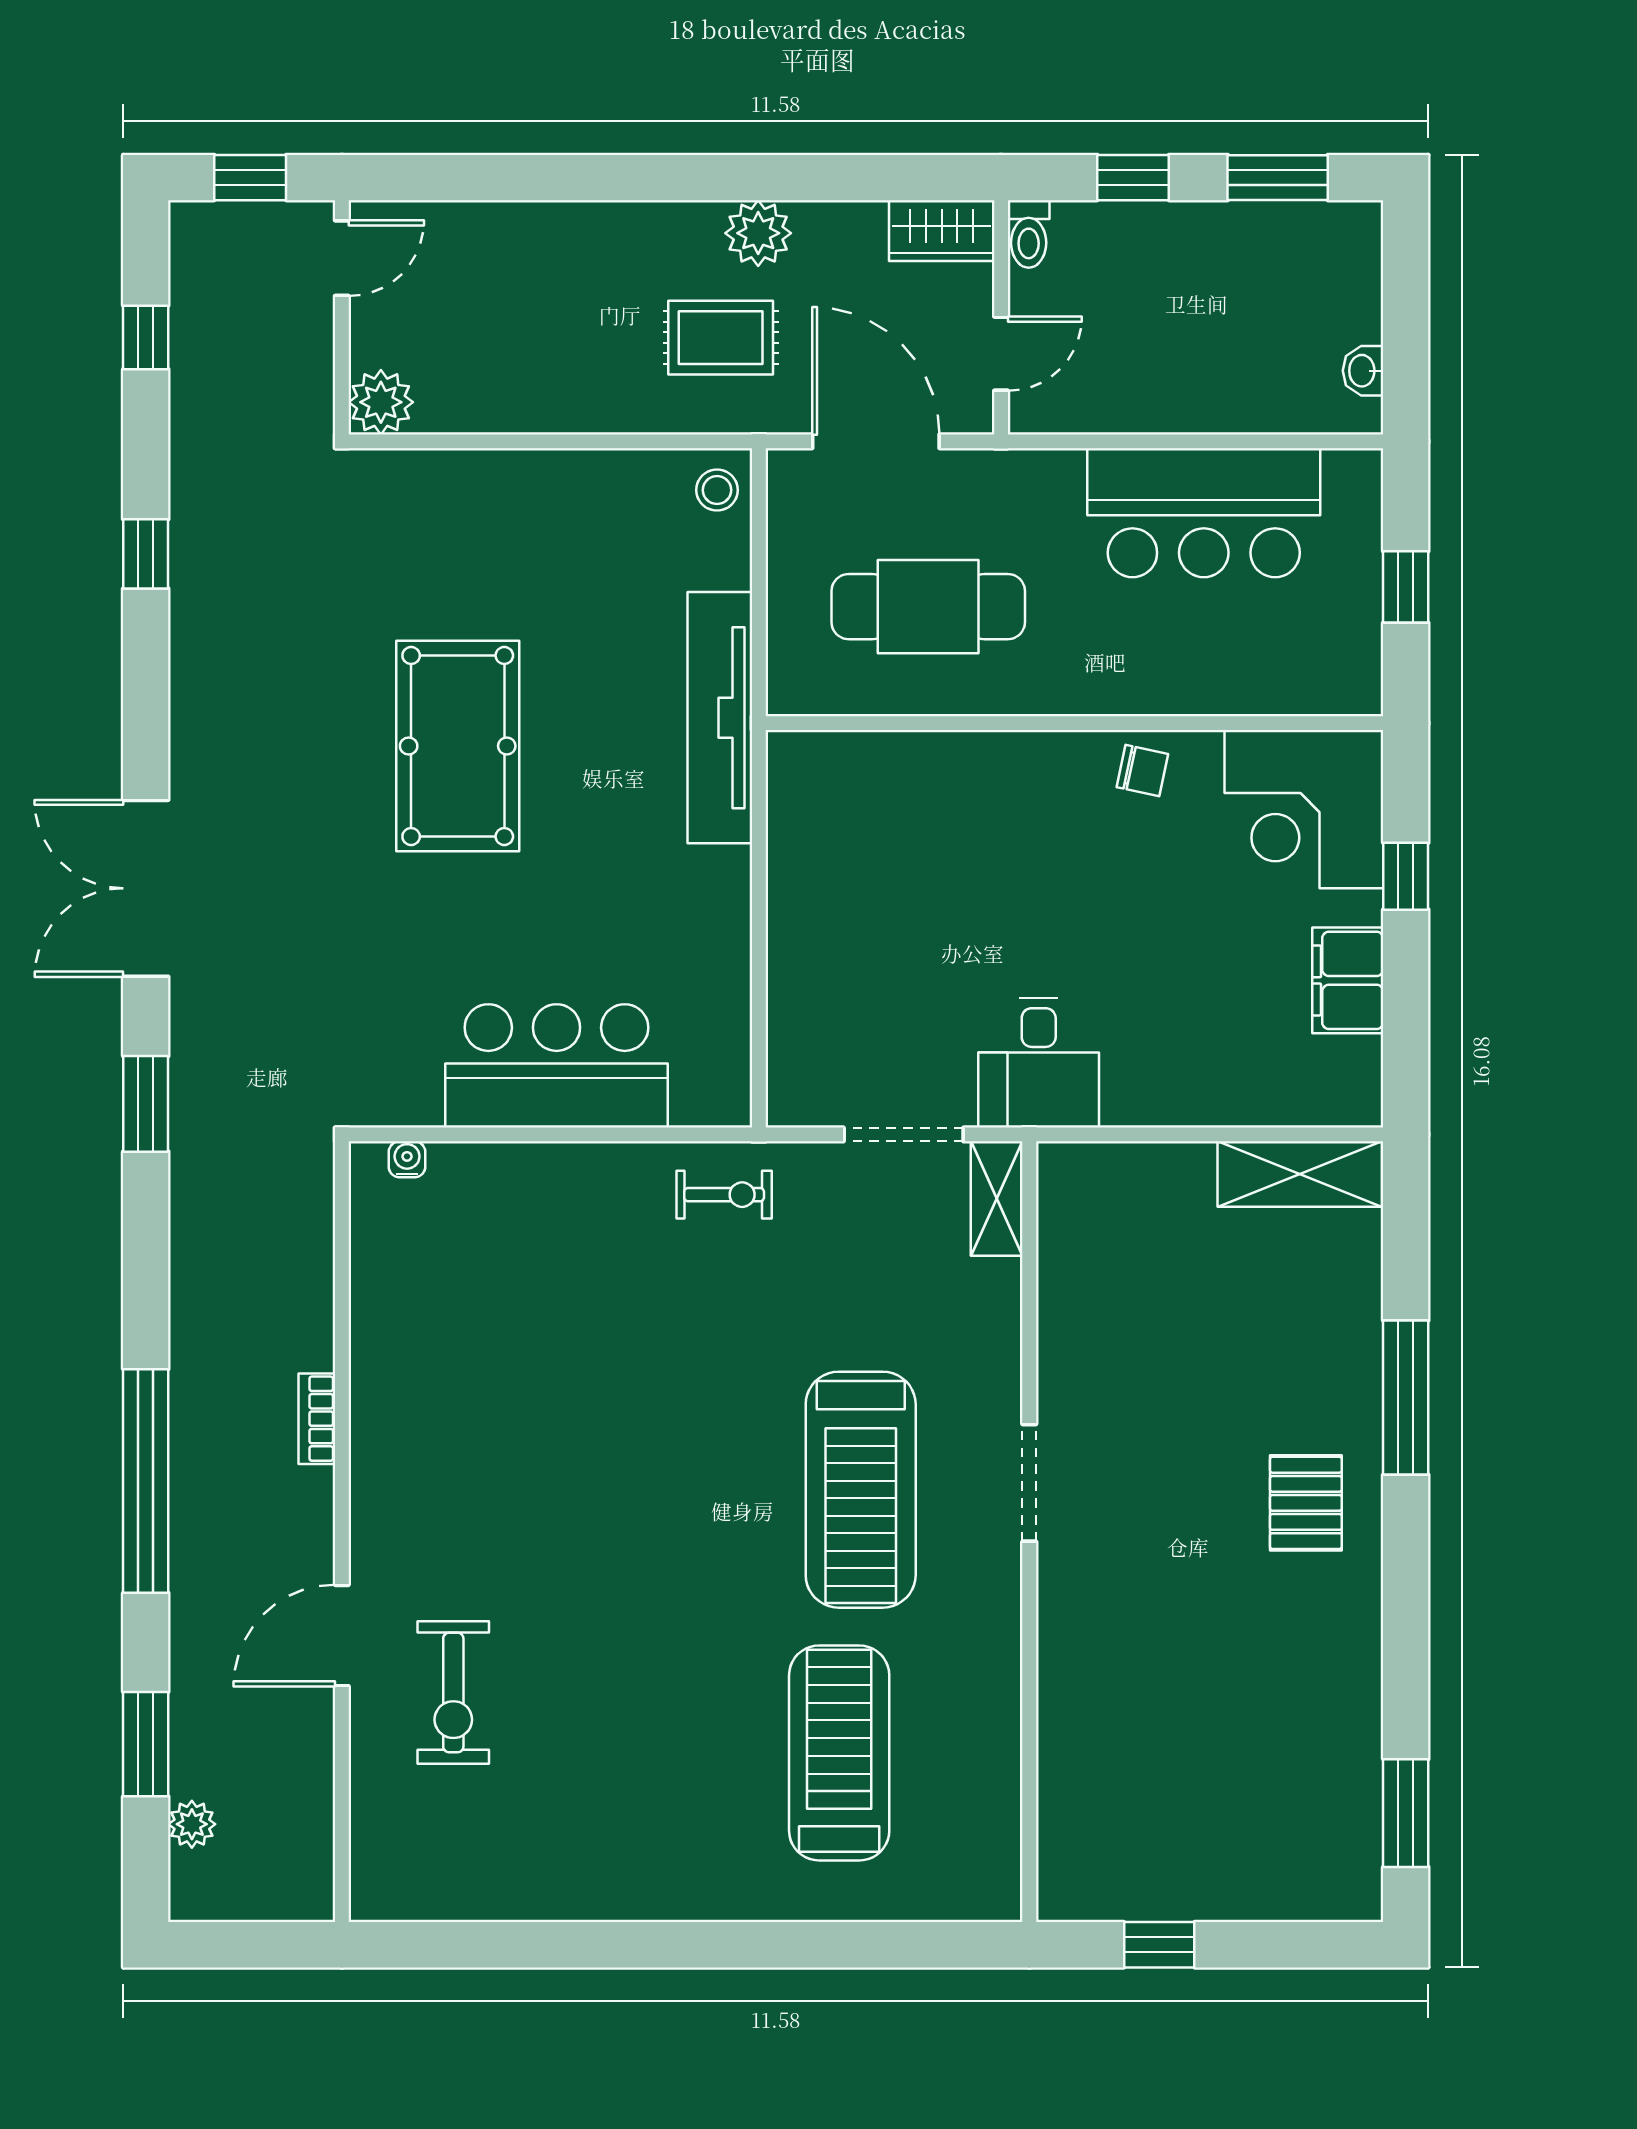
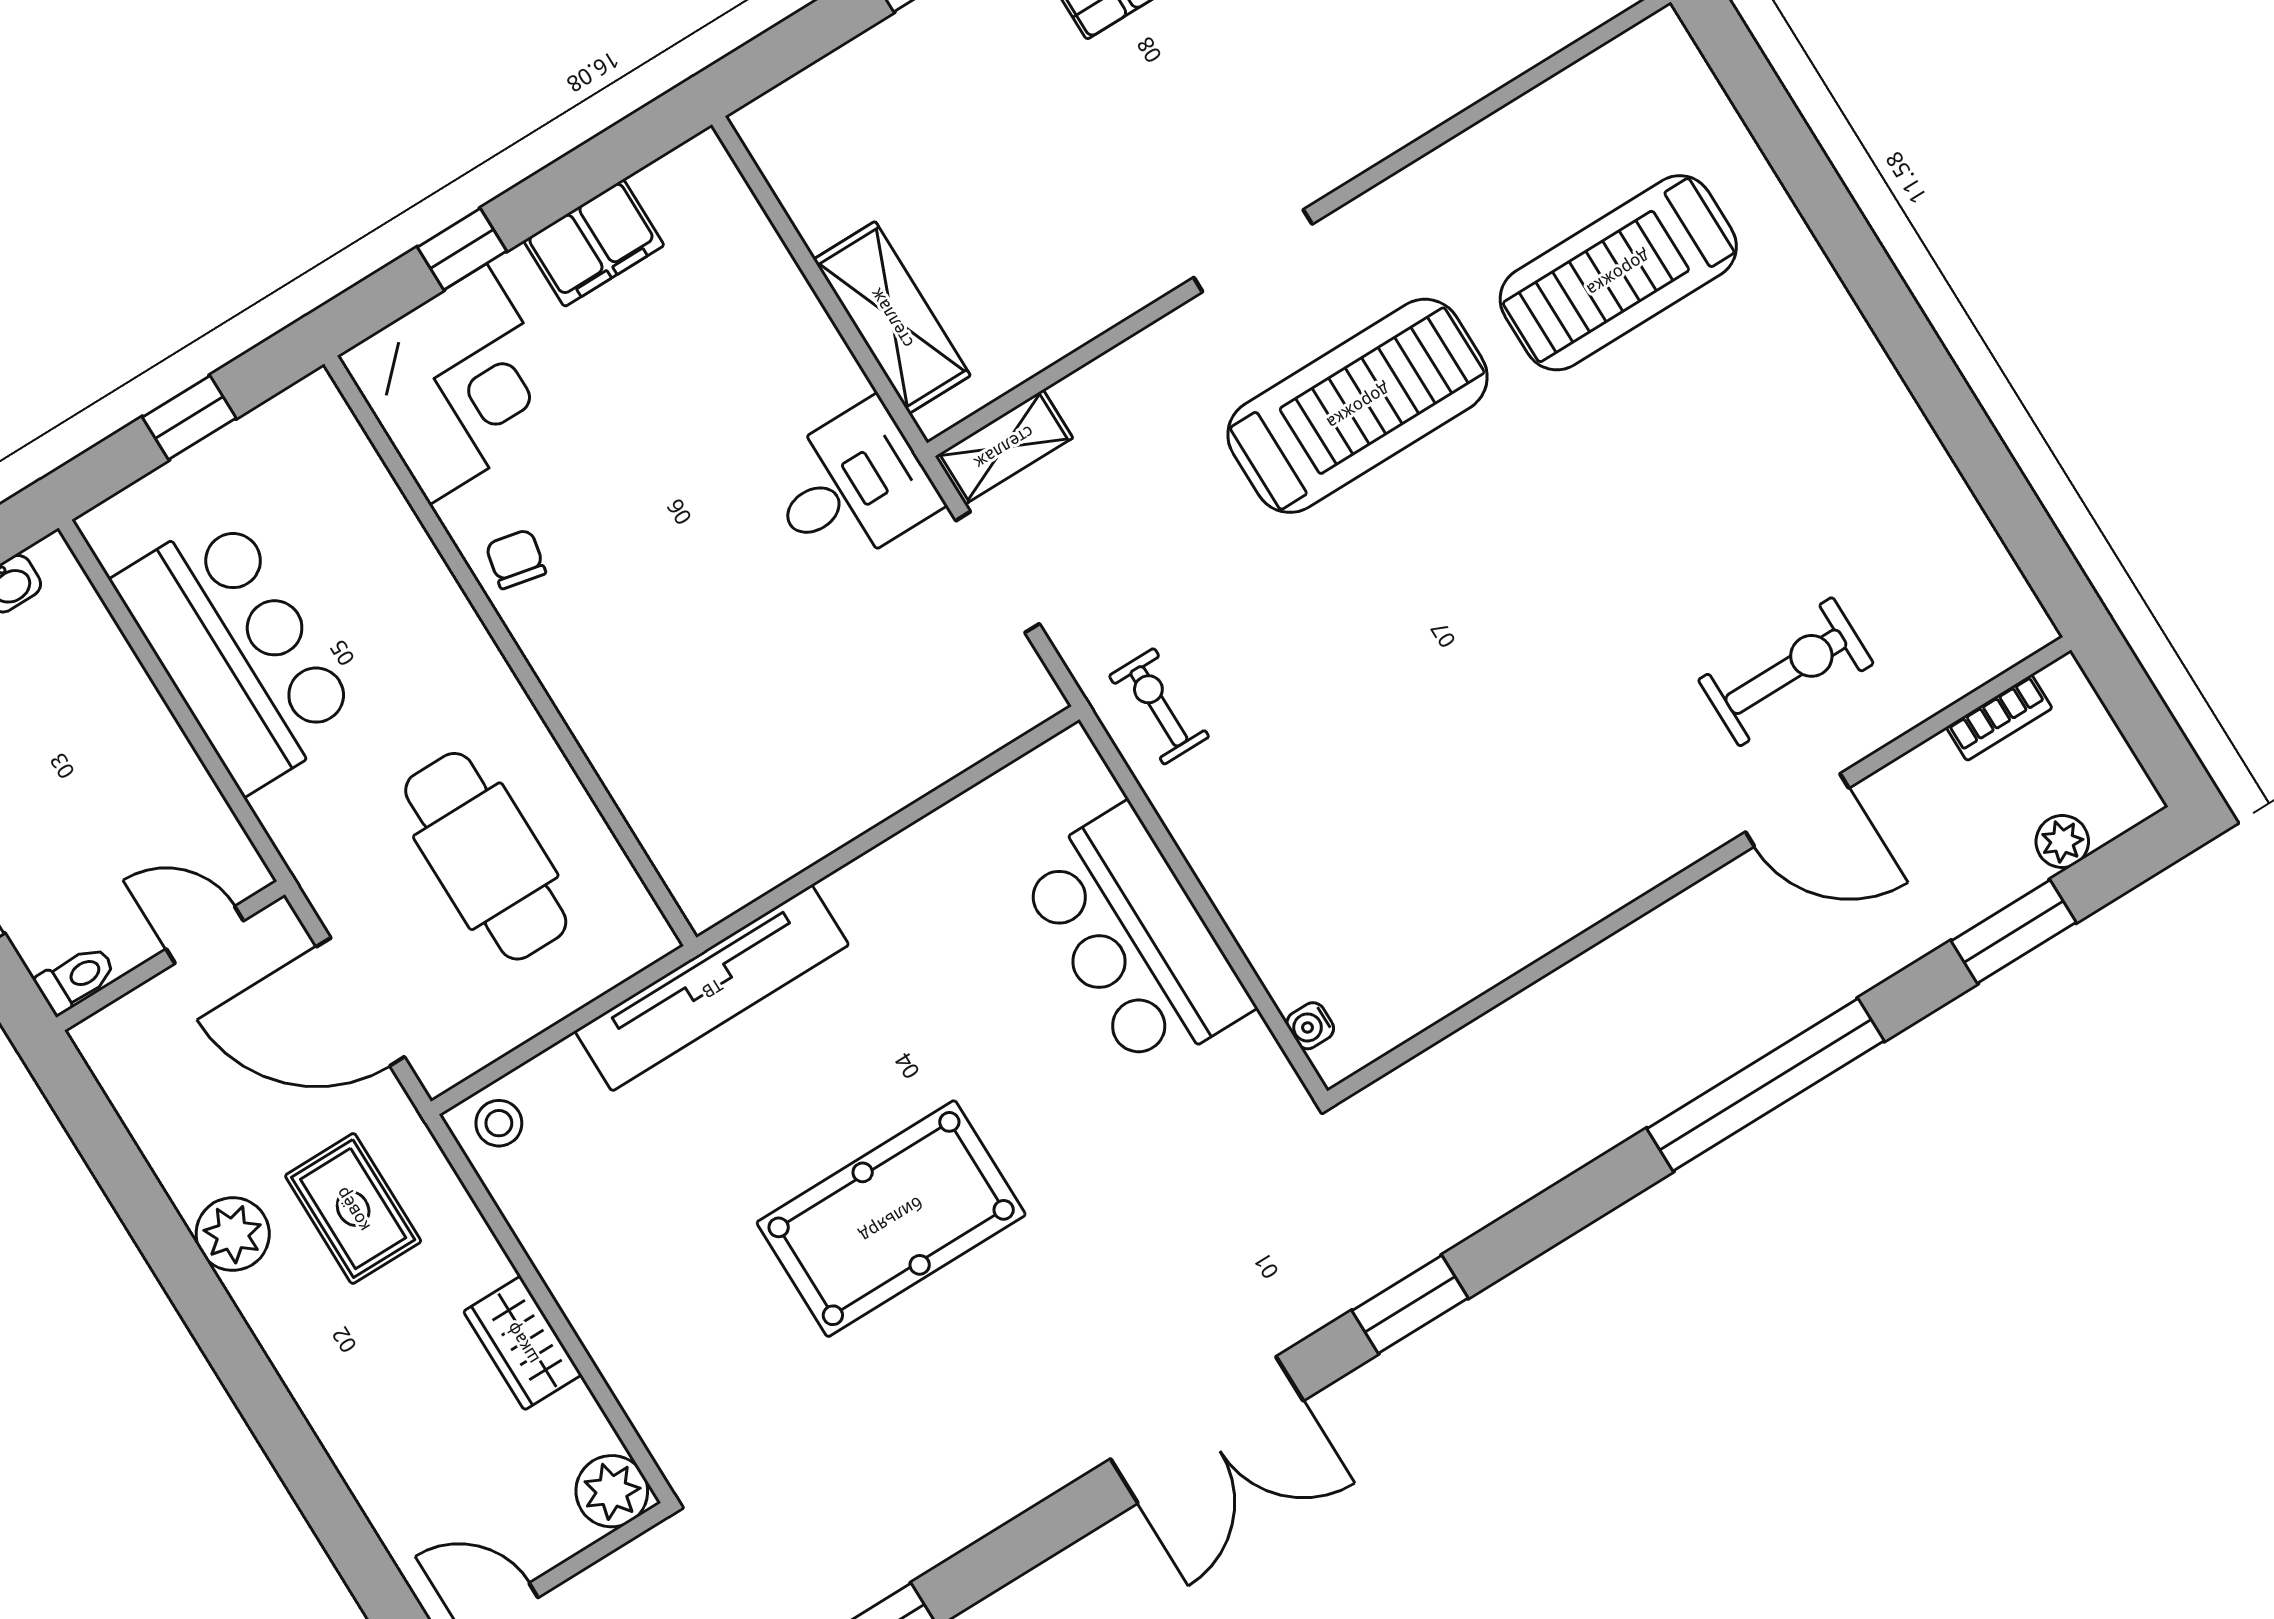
wardrobe: (942, 231) -> (523, 1343), moved, turned 180
door: (876, 441) -> (360, 1002), hinge flipped
shelving: (1300, 1174) -> (892, 318), moved
bookcase: (317, 1419) -> (1999, 718), moved

